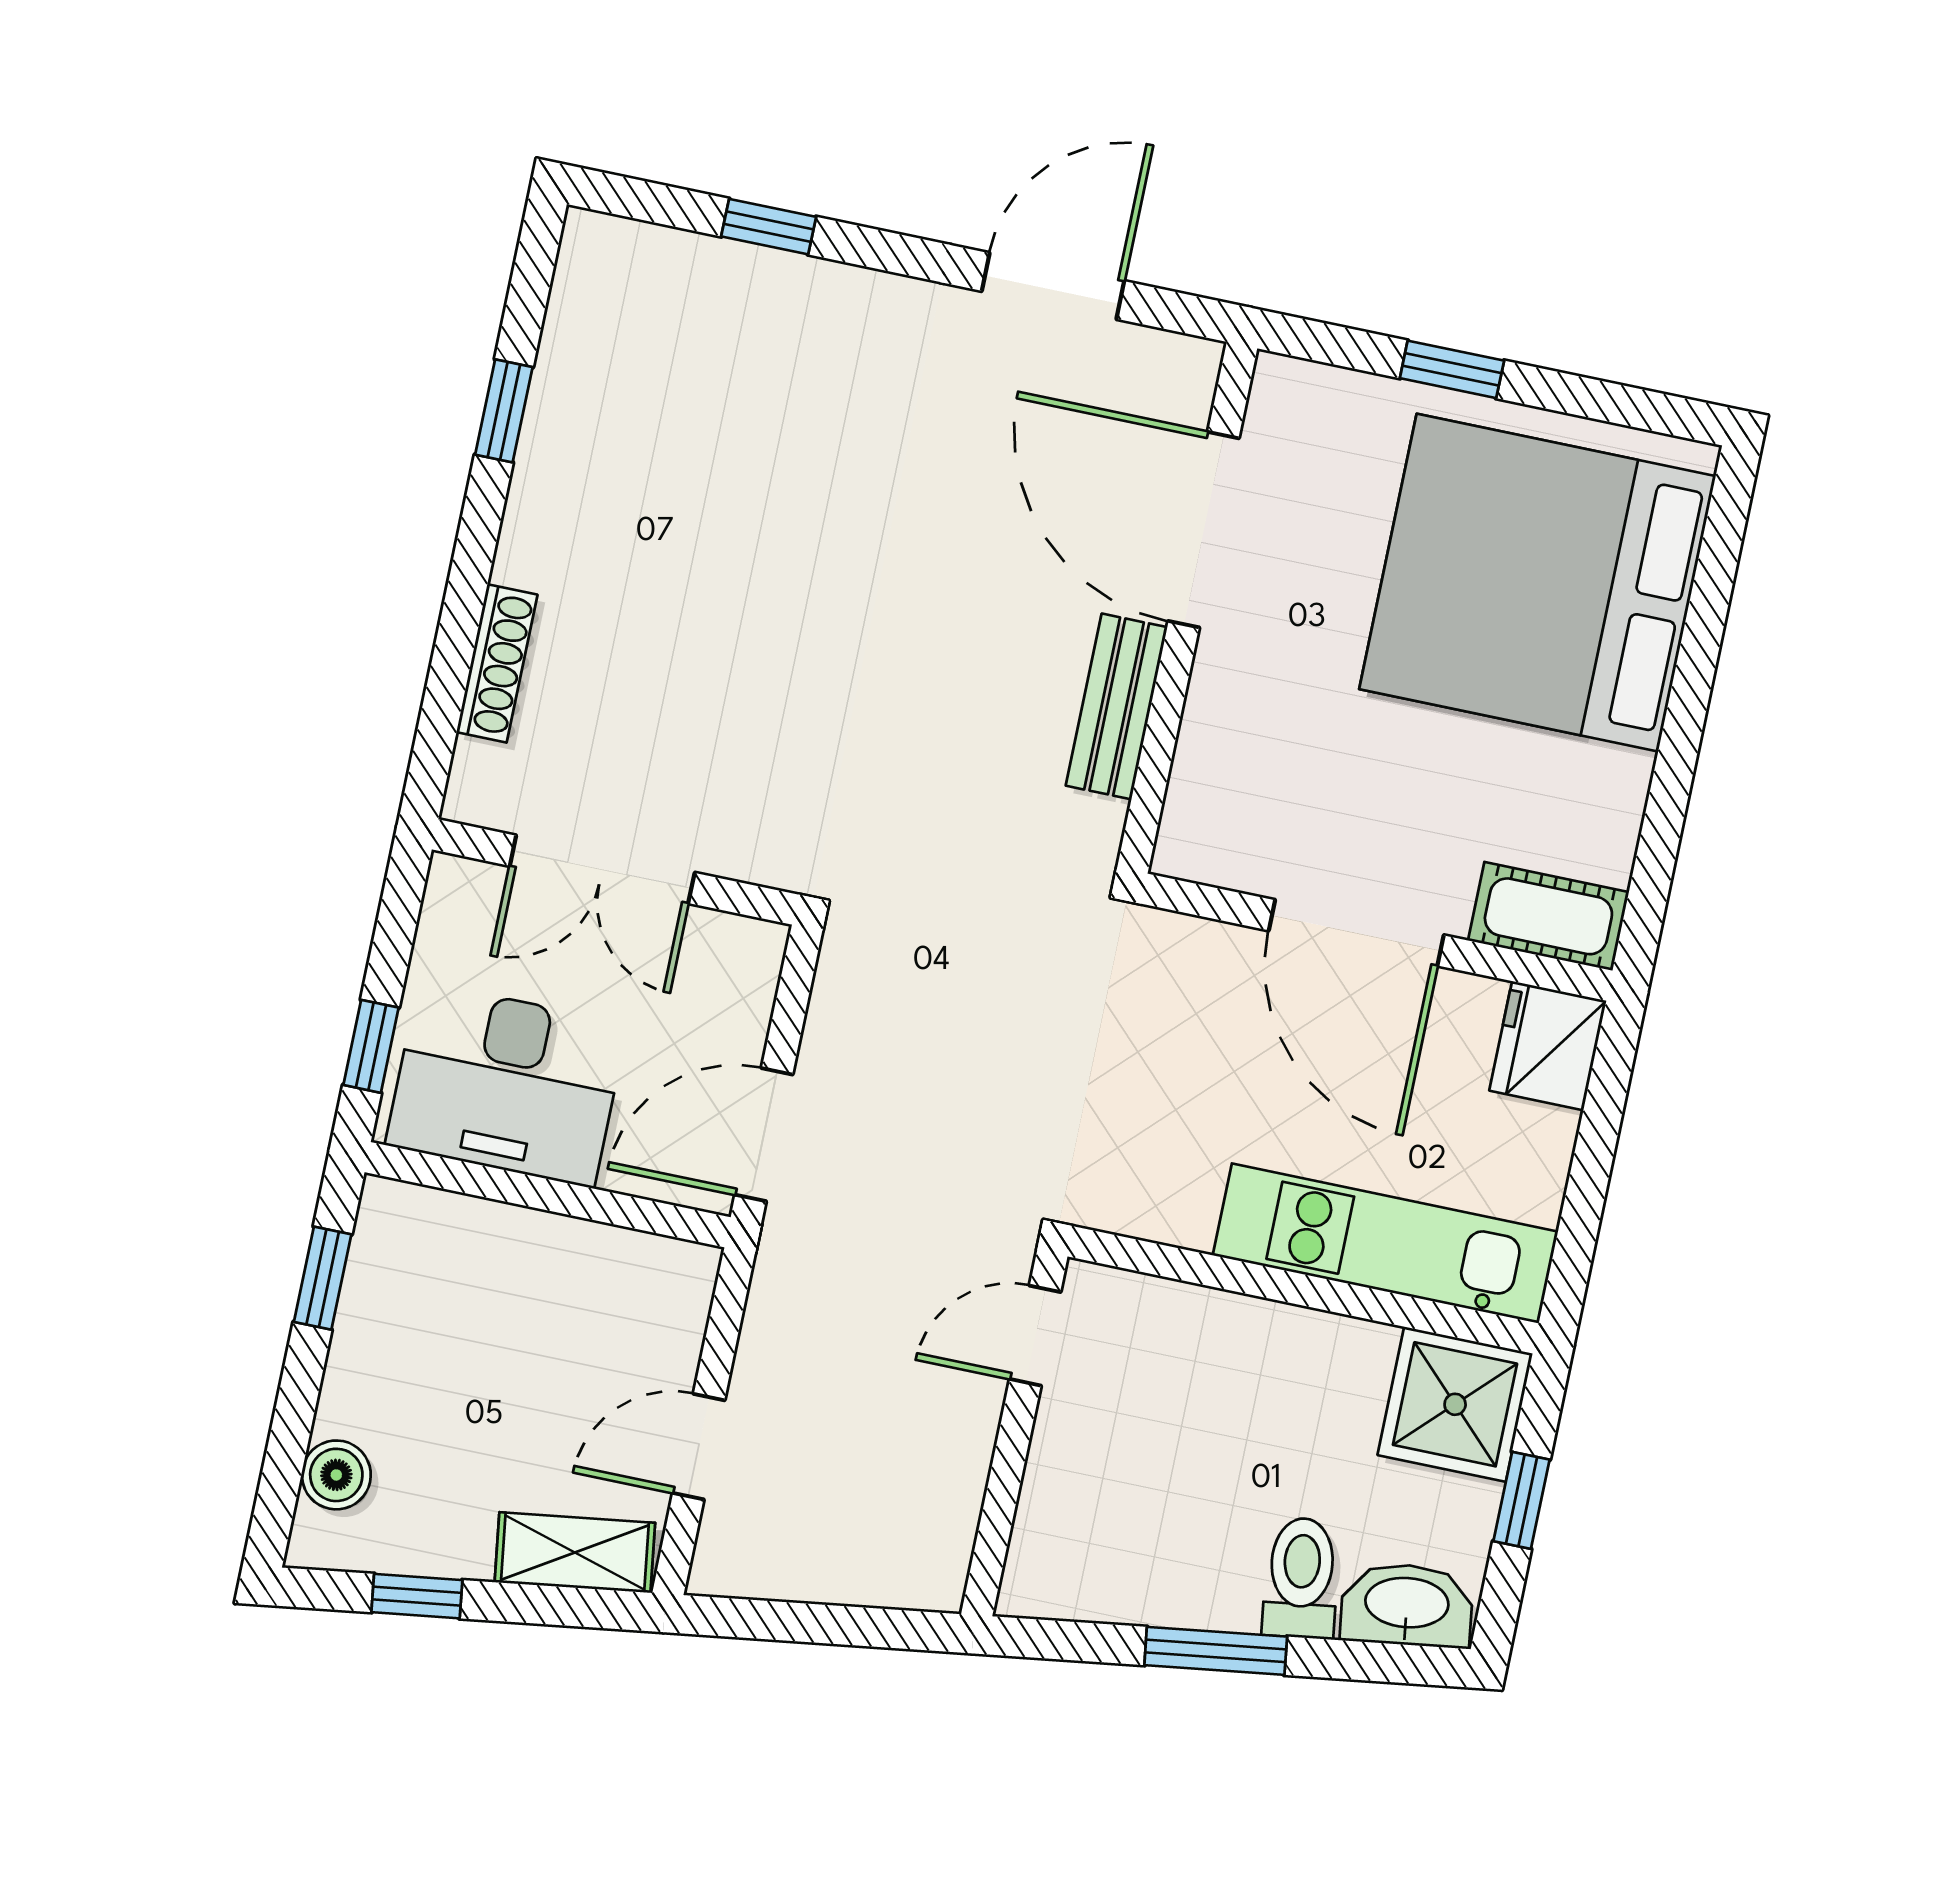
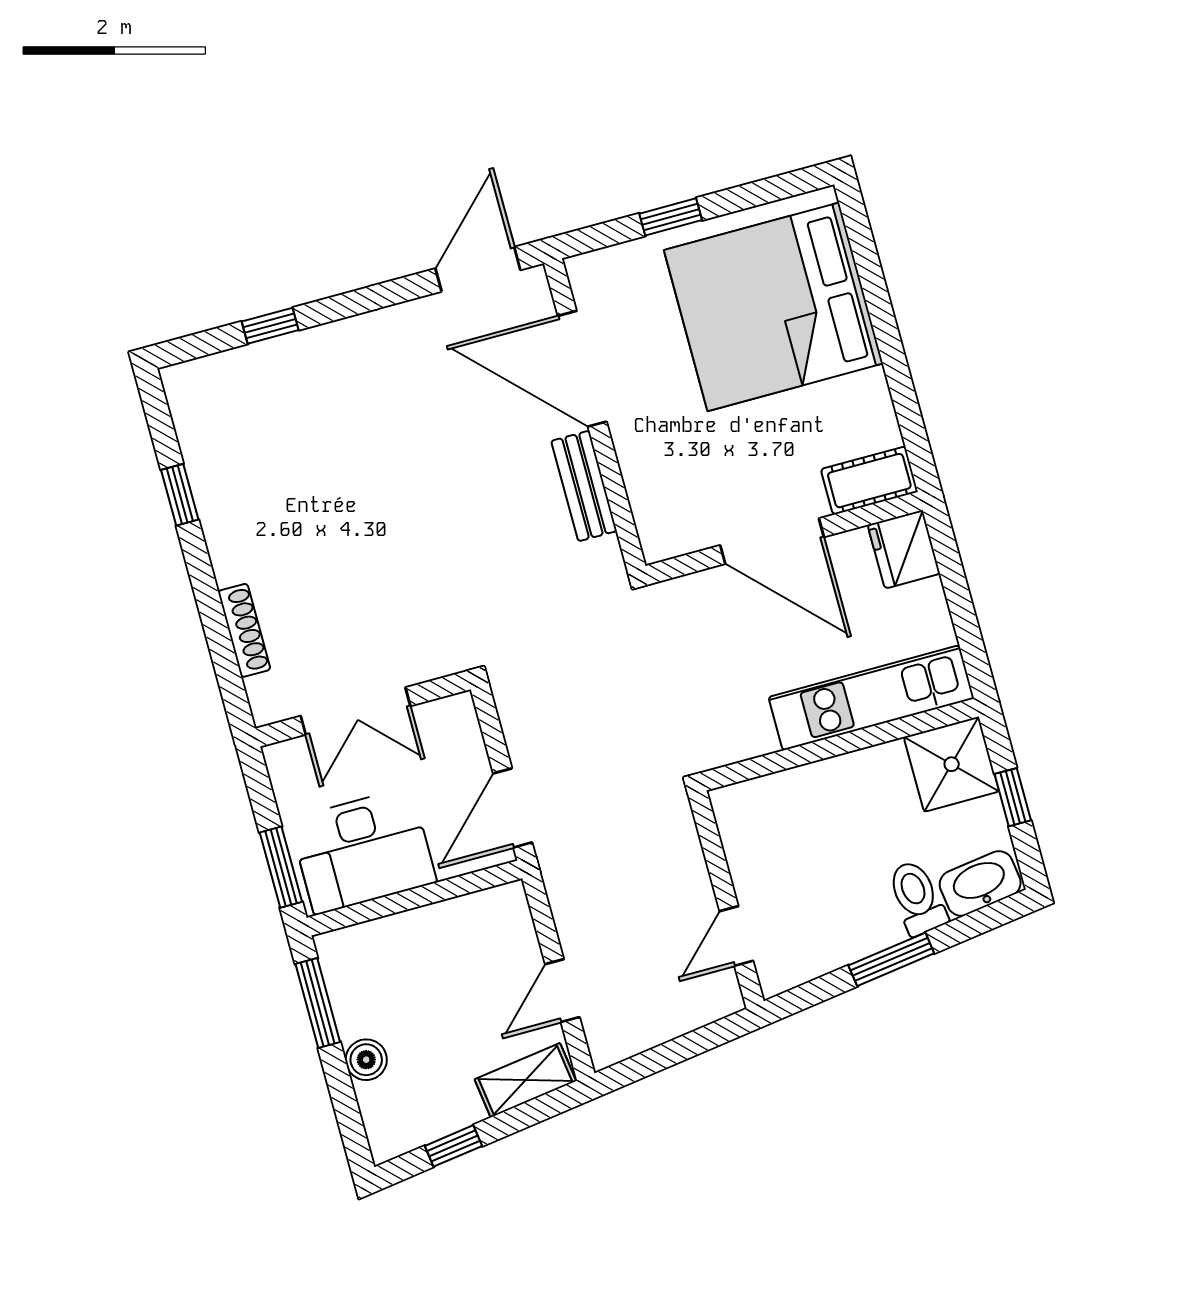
door: (1053, 286) -> (478, 269), moved
window: (371, 1046) -> (281, 867), width x1.50
window: (323, 1278) -> (318, 1003), width x1.50
door: (1035, 1336) -> (736, 936), moved
boiler: (336, 1475) -> (366, 1060), moved

